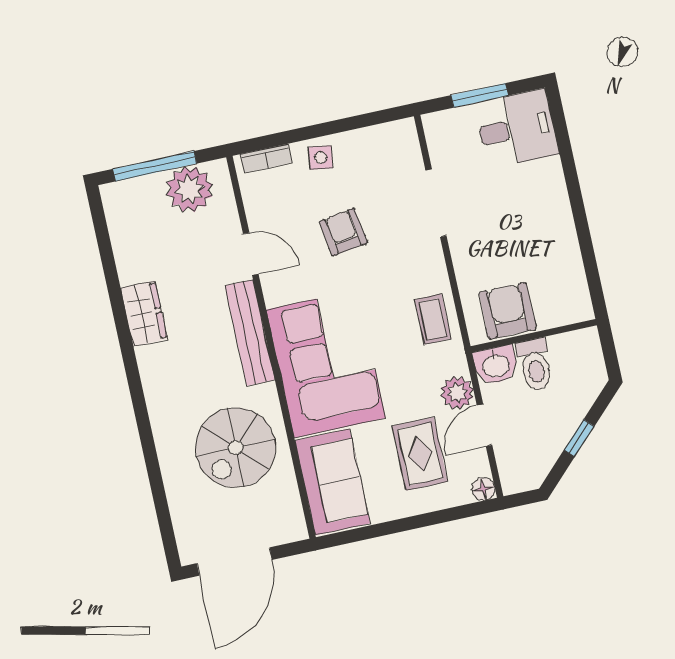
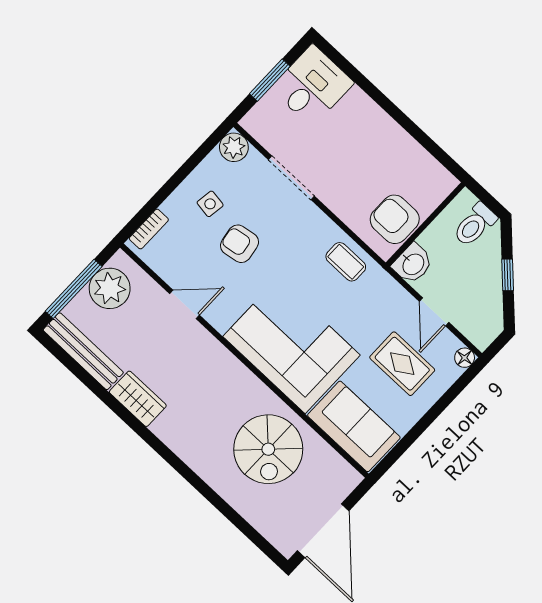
side table: (321, 158) -> (210, 204), moved
bench: (250, 333) -> (83, 351), moved
toilet: (535, 365) -> (475, 225), moved, turned 90
plant: (457, 393) -> (234, 147), moved

